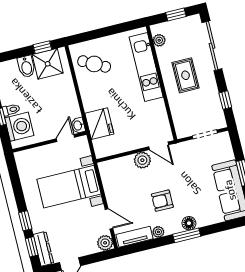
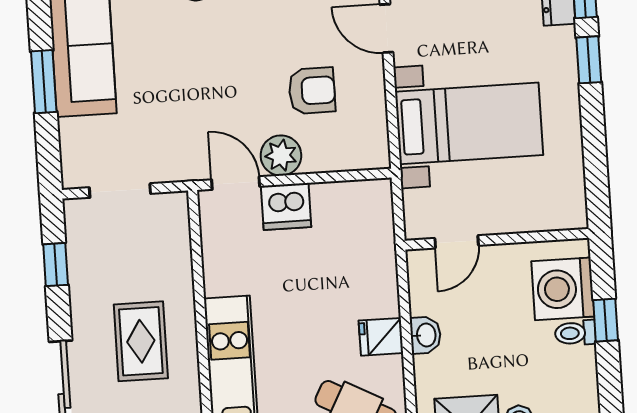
fridge: (99, 124) -> (381, 337), moved, width x0.53, depth x0.75
washbasin: (78, 125) -> (425, 335), moved
dishwasher: (137, 140) -> (286, 206), added
armchair: (162, 201) -> (312, 91), moved

